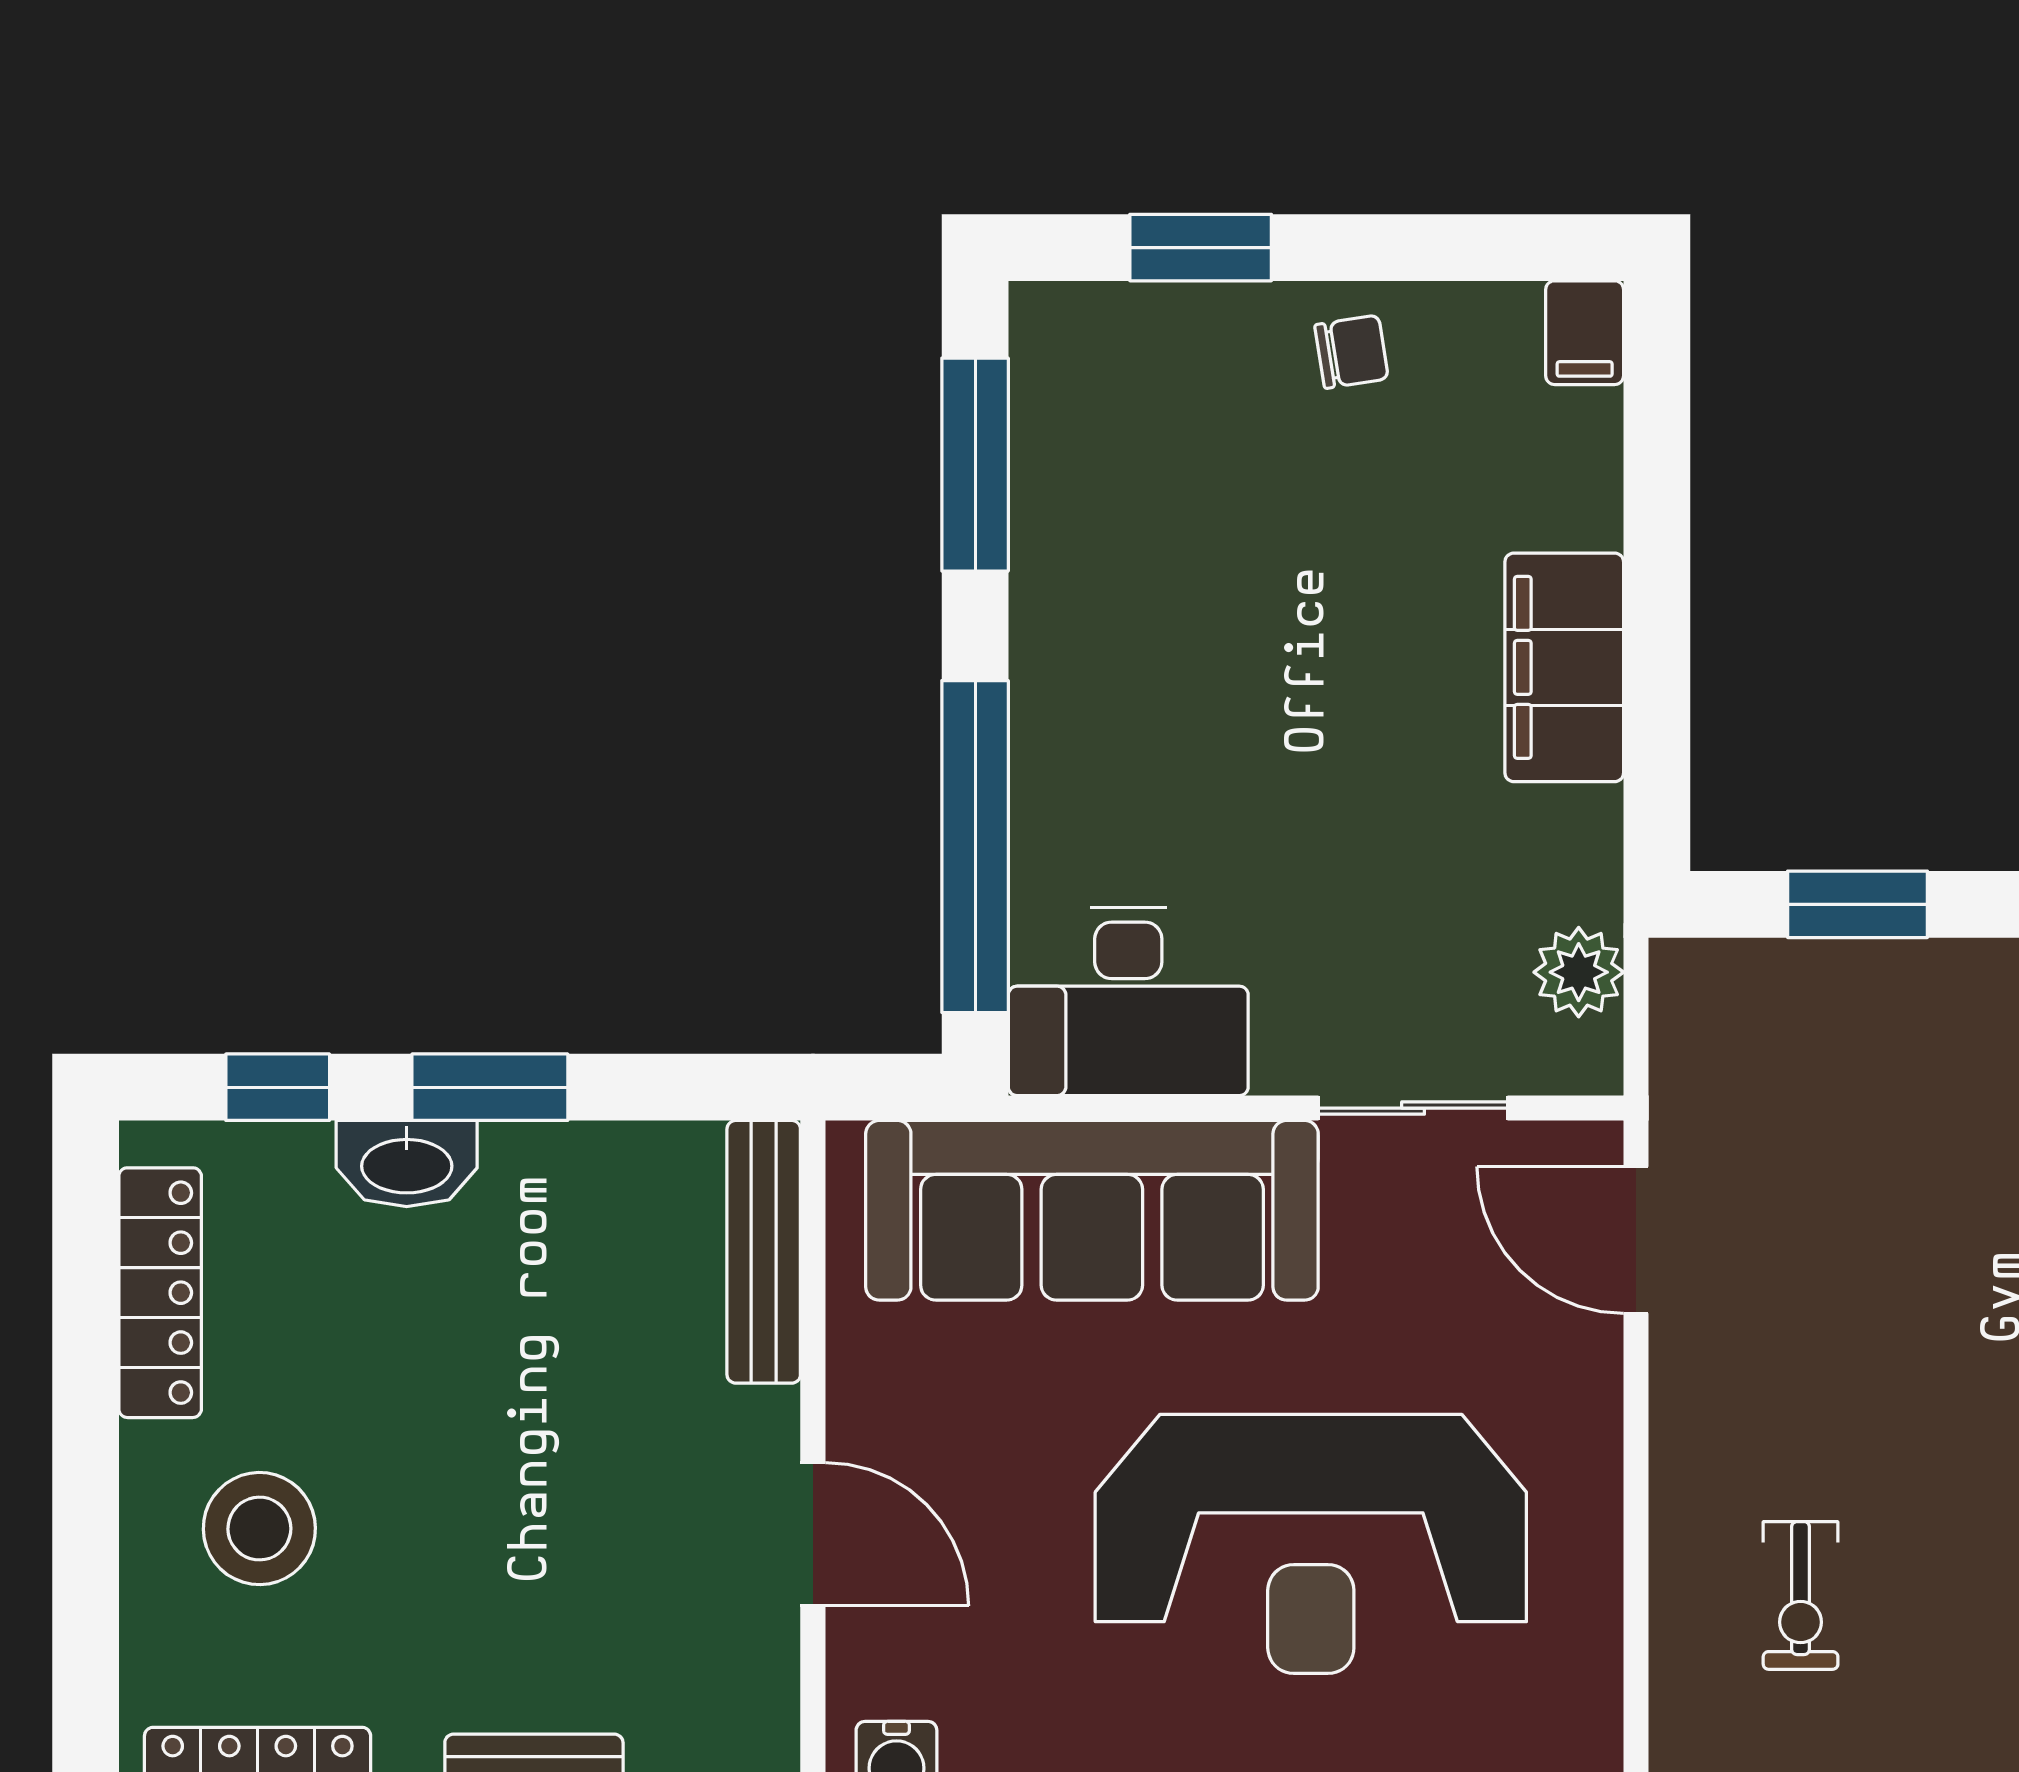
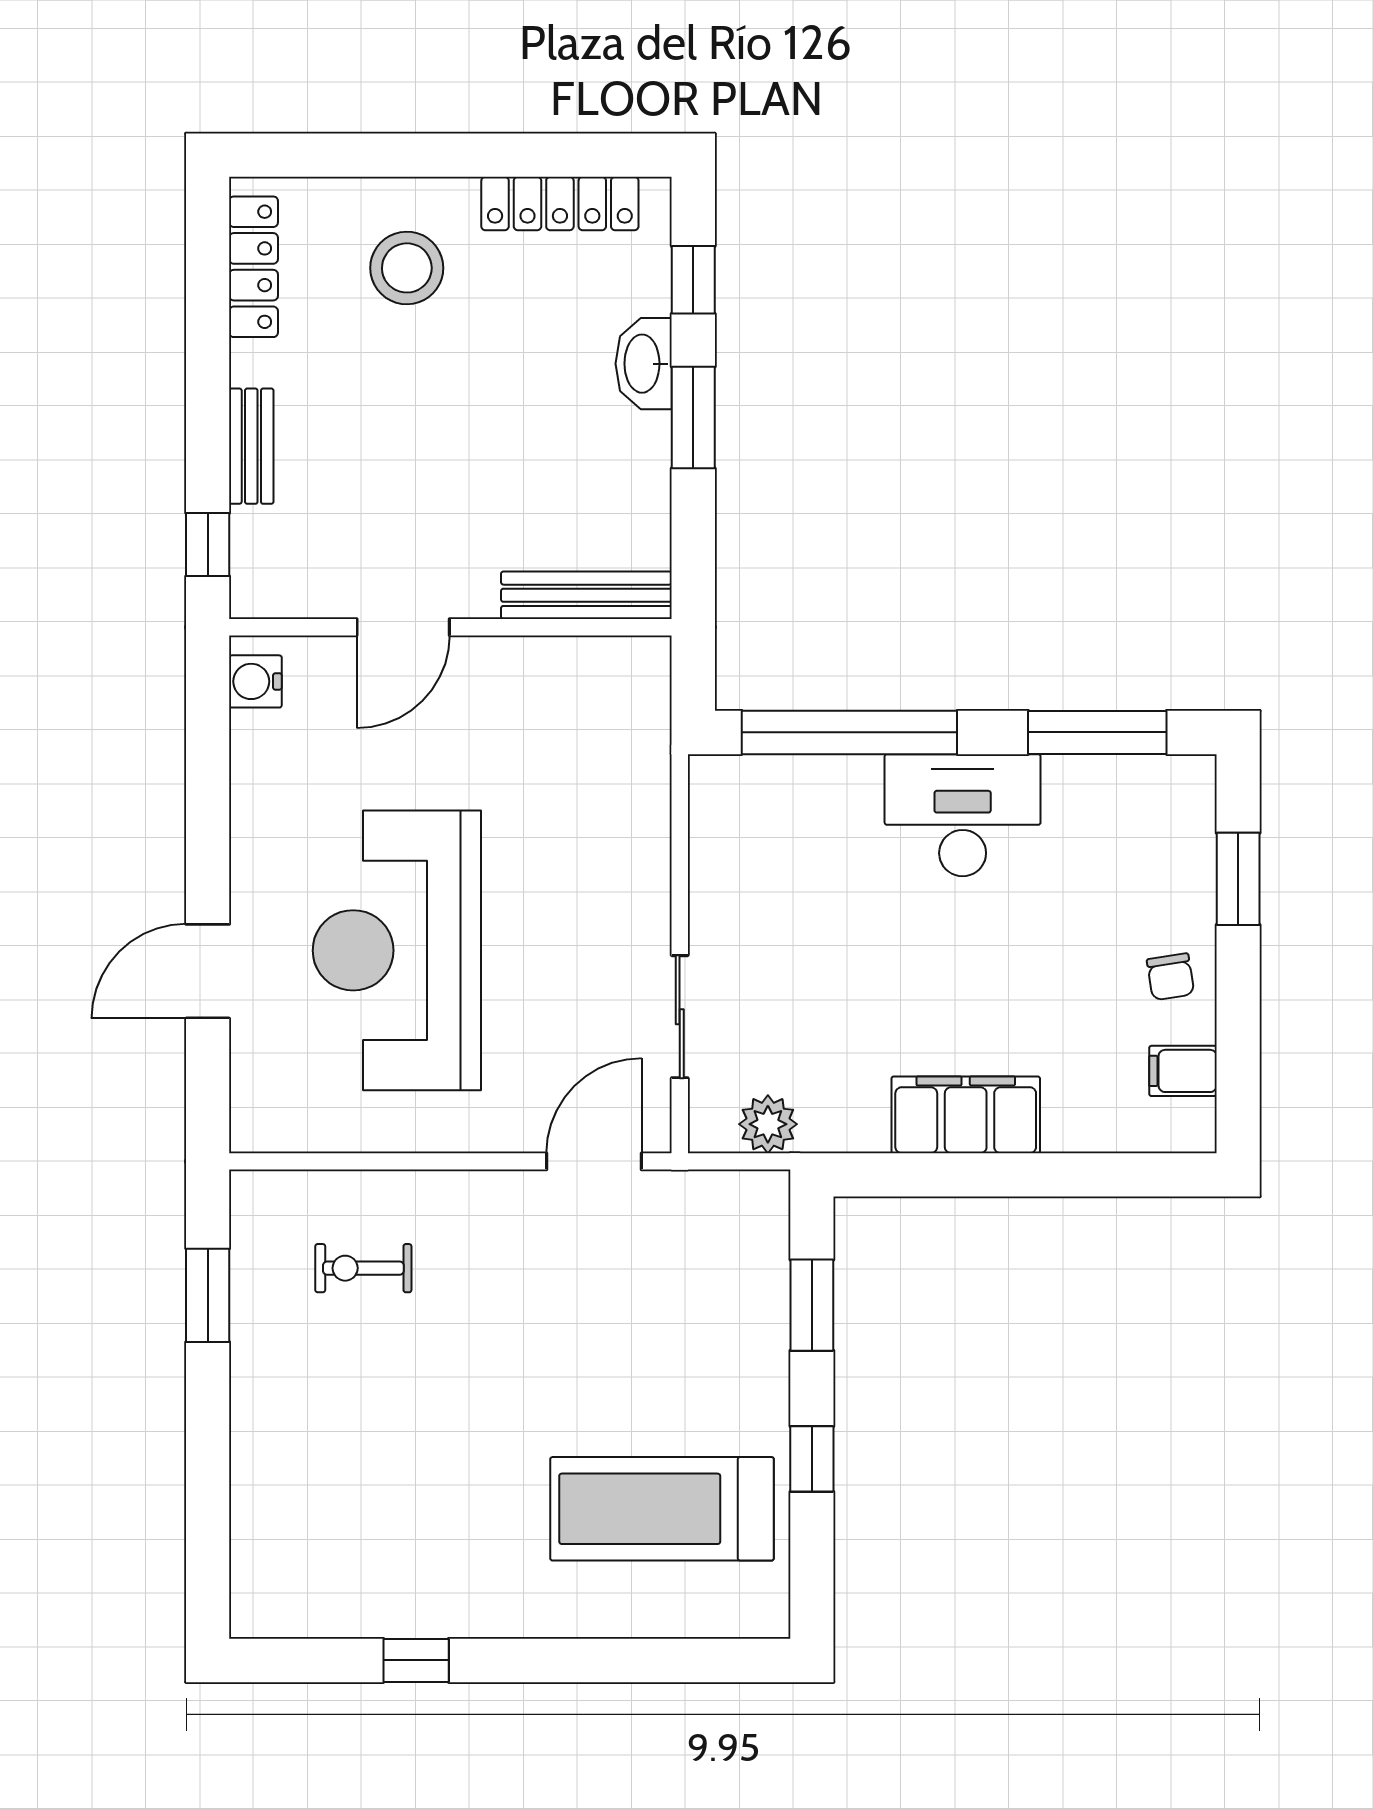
filing cabinet: (1585, 333) -> (1183, 1071), moved
desk: (1128, 1001) -> (963, 815), moved, turned 90
sofa: (1092, 1210) -> (613, 808), removed

